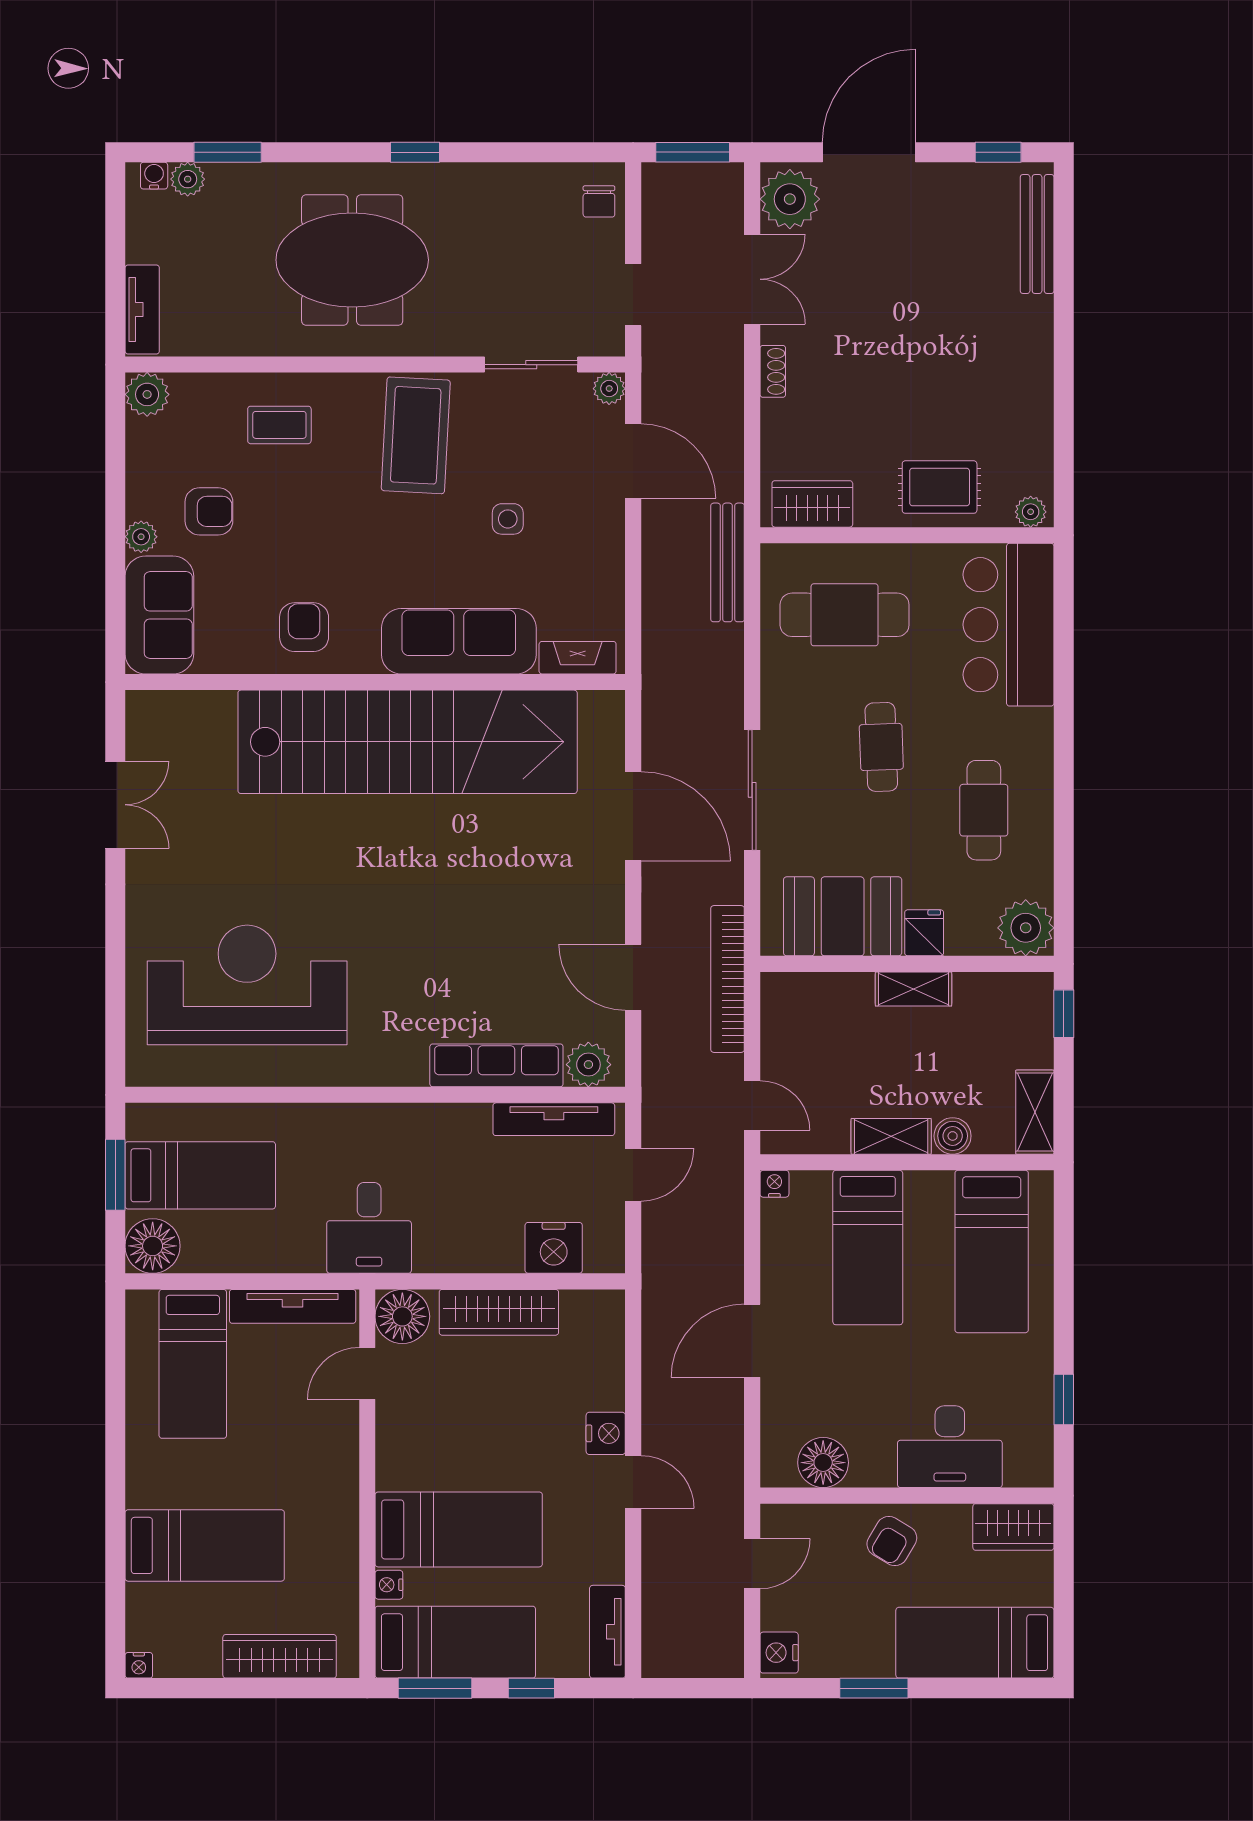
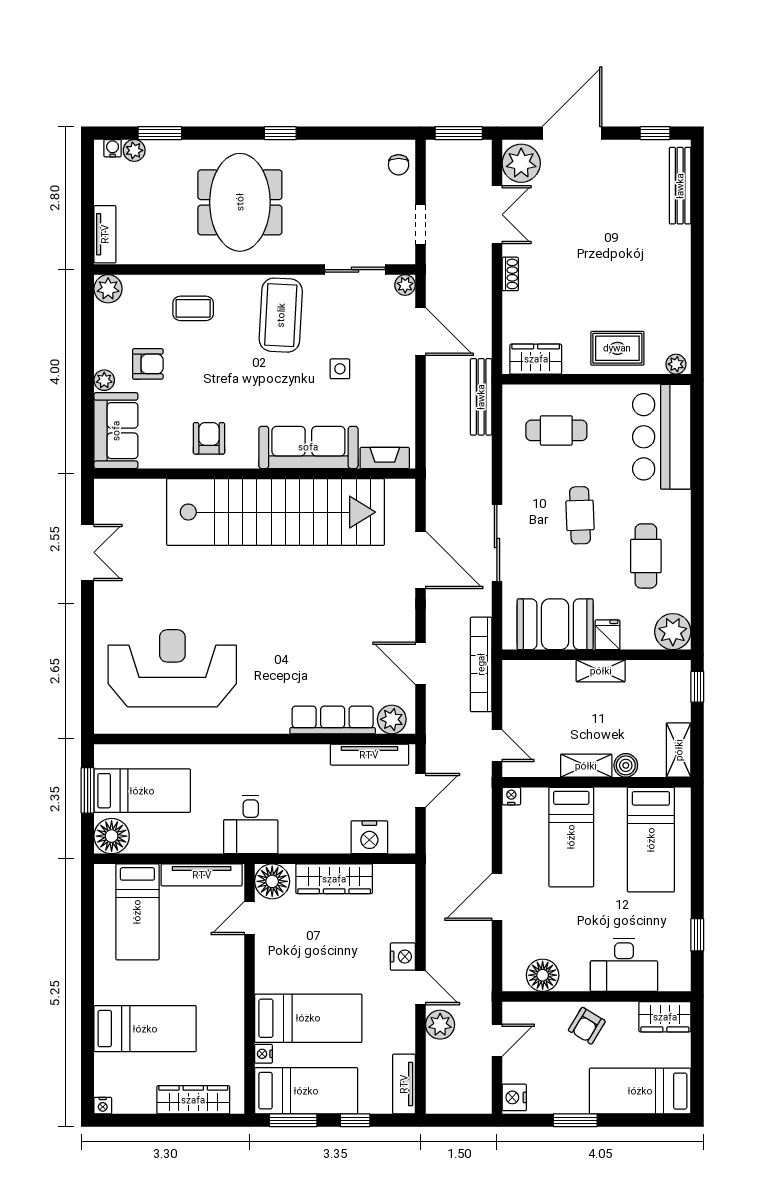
meeting table: (352, 260) -> (240, 202), turned 90
cafe table: (845, 615) -> (556, 430), width x0.73, depth x0.74
plant: (664, 1539) -> (440, 1025), added

